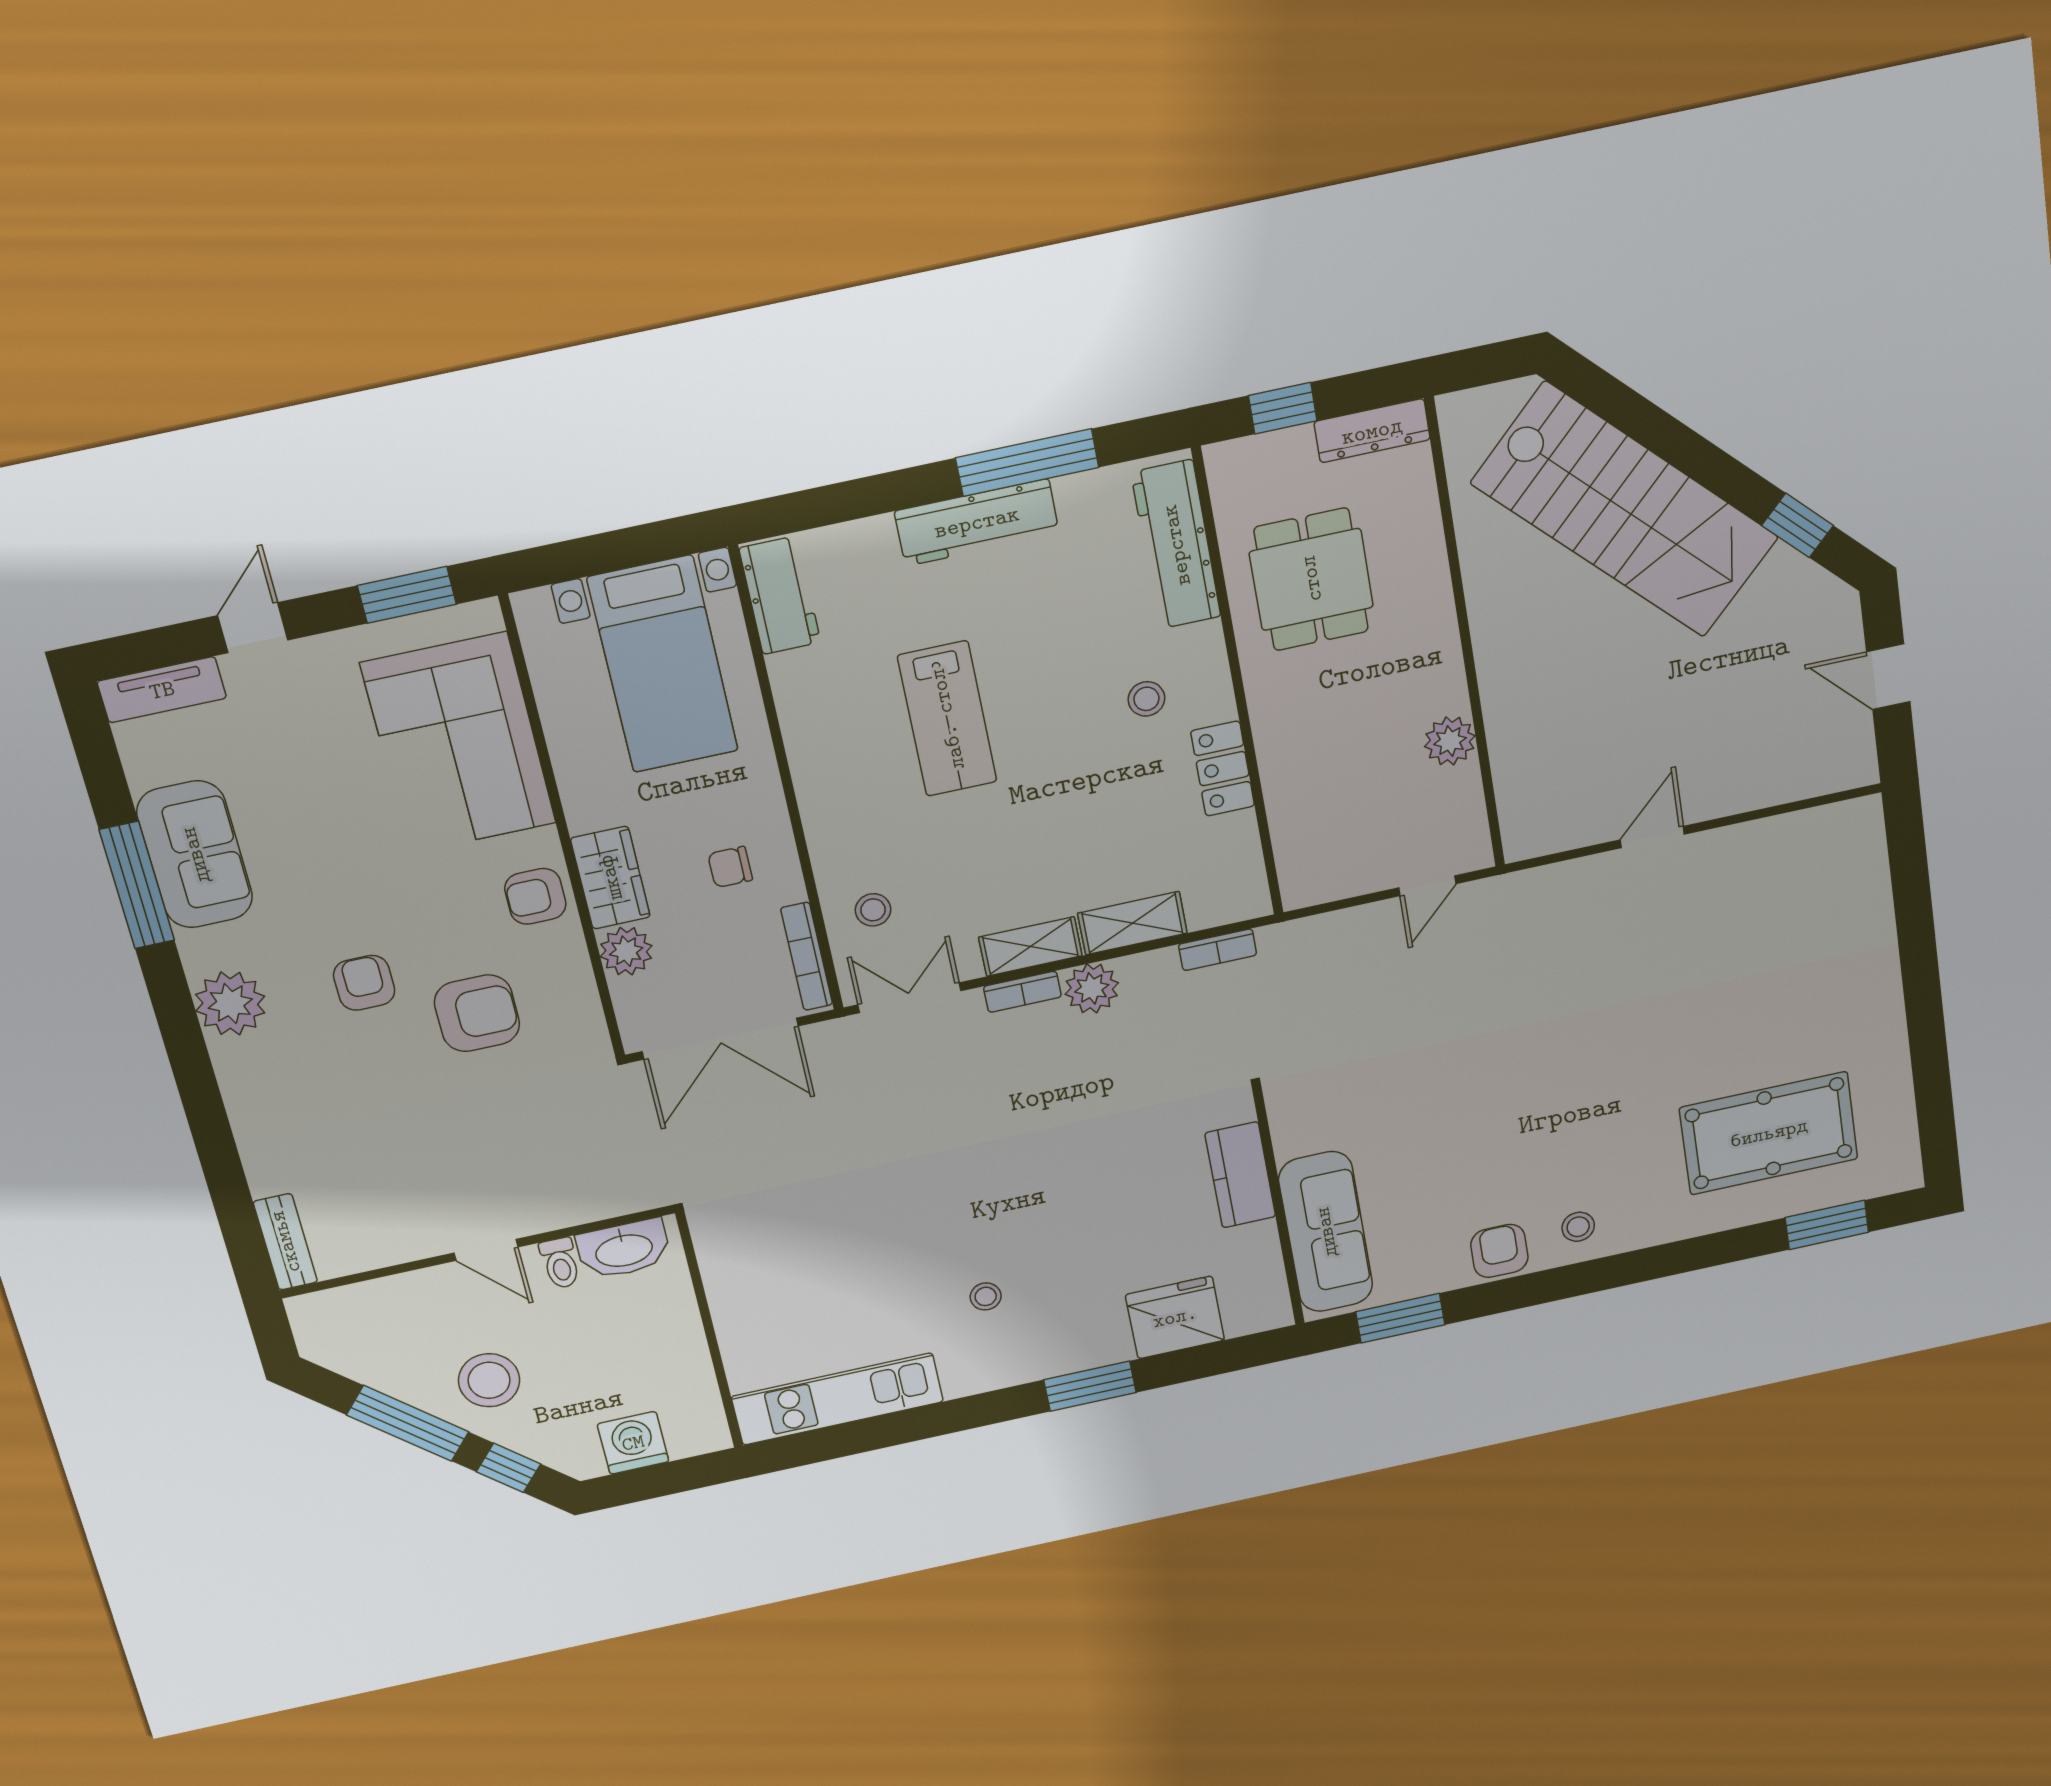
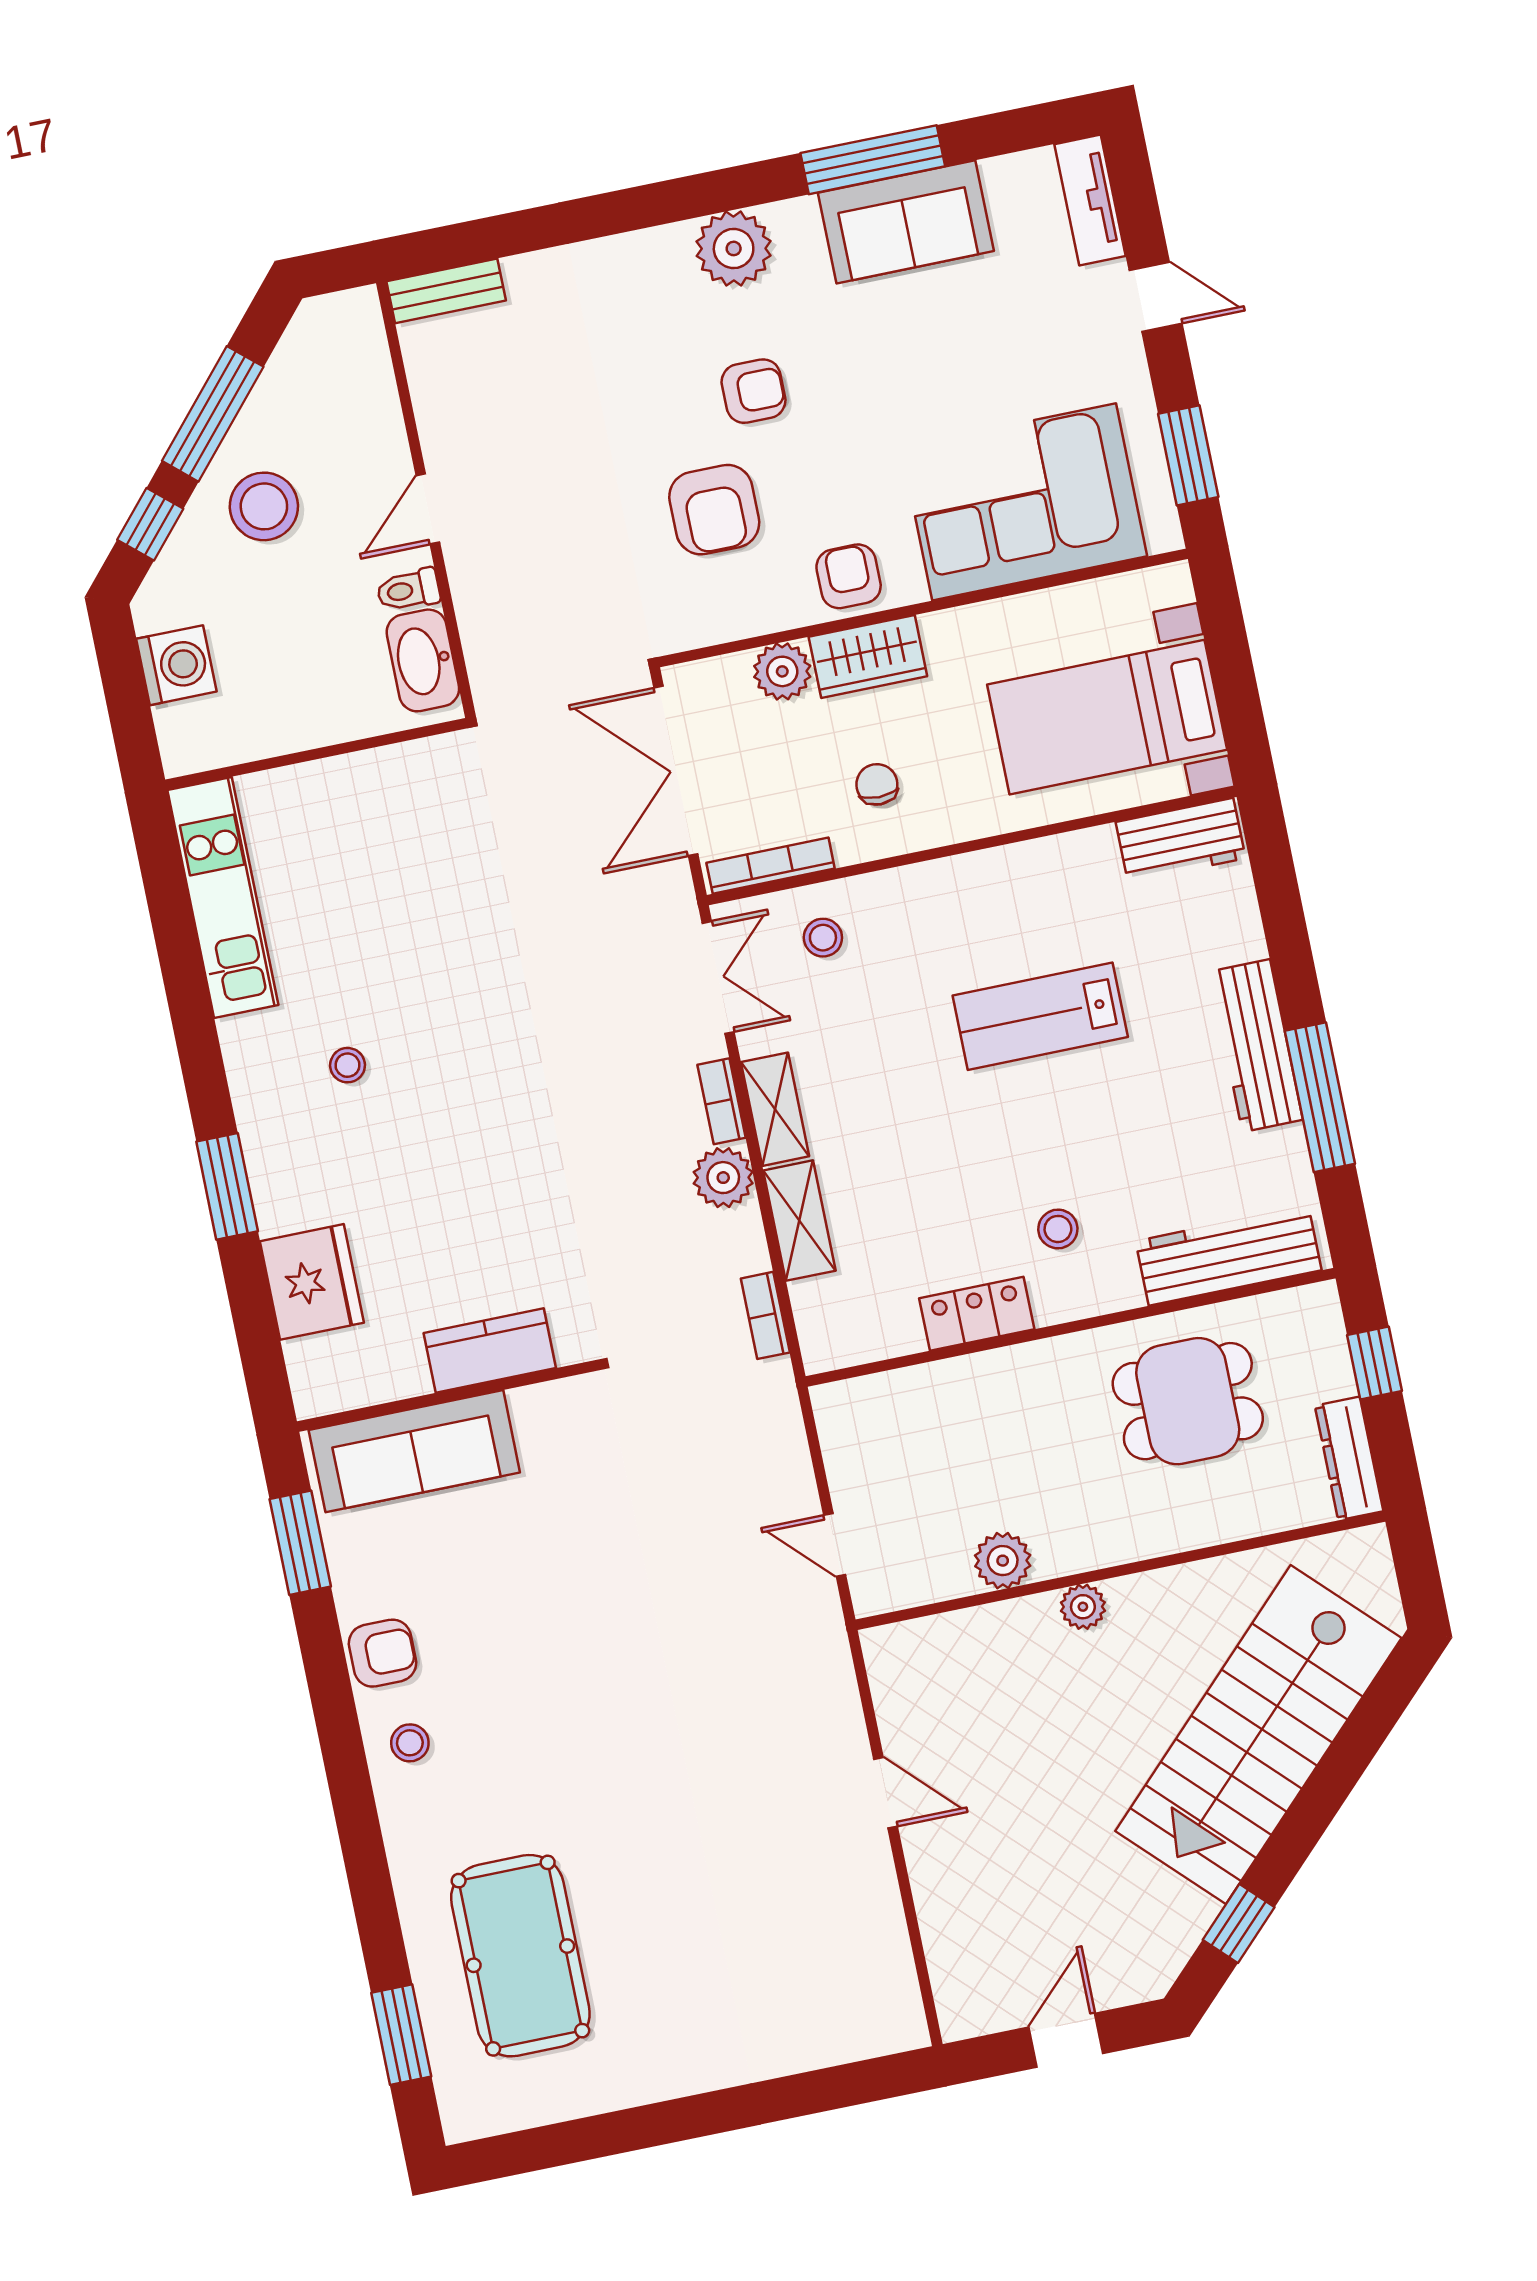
plant: (1496, 670) -> (1083, 1607), added

